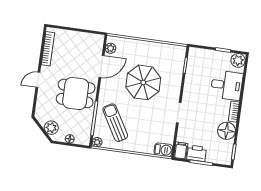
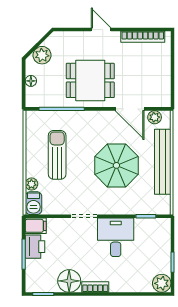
bench: (145, 47) -> (163, 162), added
desk: (227, 85) -> (116, 237), moved, turned 180
dining table: (76, 93) -> (90, 80), turned 90
sun lounger: (115, 123) -> (57, 155), moved, turned -60
plant: (97, 142) -> (31, 184), moved

